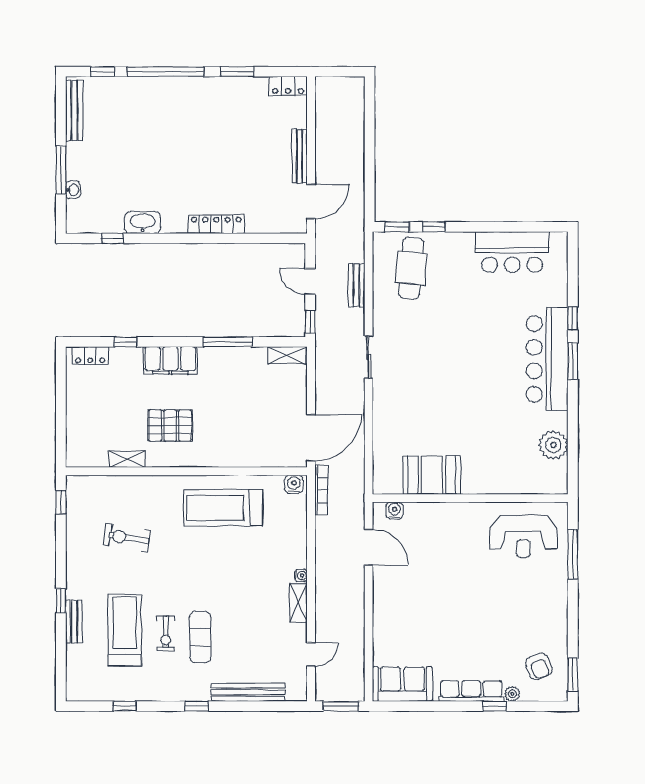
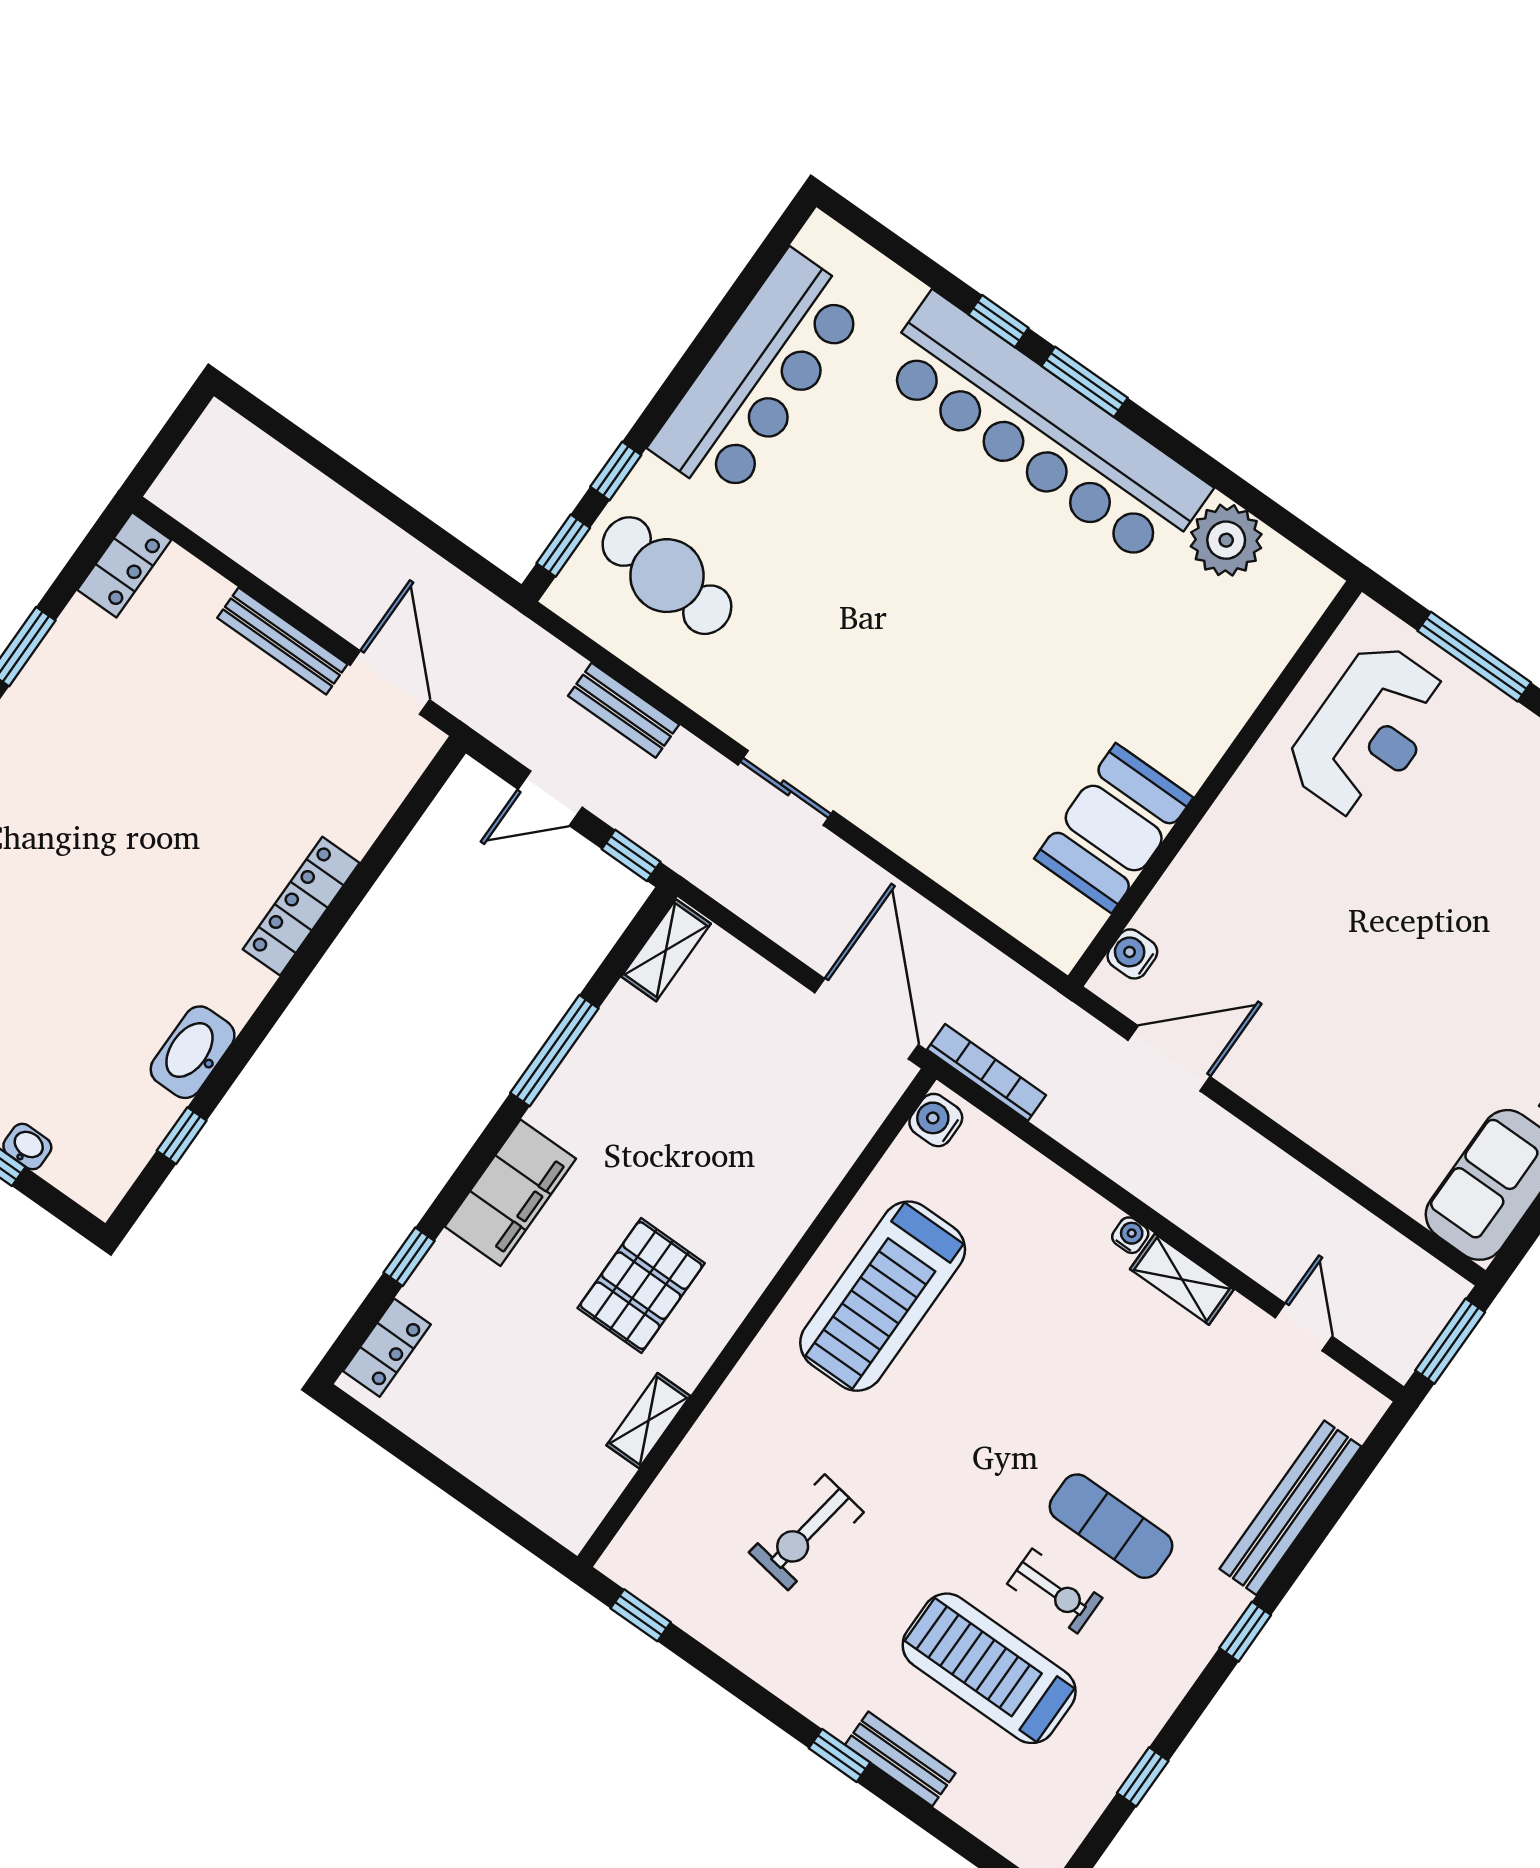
bar counter: (512, 252) -> (759, 376), width x1.36
bar counter: (547, 359) -> (1044, 430), width x1.36

